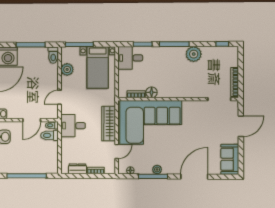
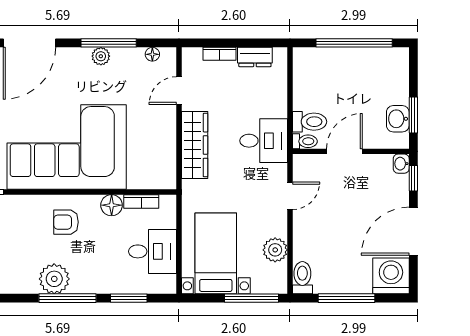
plant: (194, 54) -> (54, 279), moved
desk: (130, 58) -> (153, 251), moved
armchair: (175, 84) -> (66, 222), added
corner sofa: (151, 122) -> (67, 147), moved

